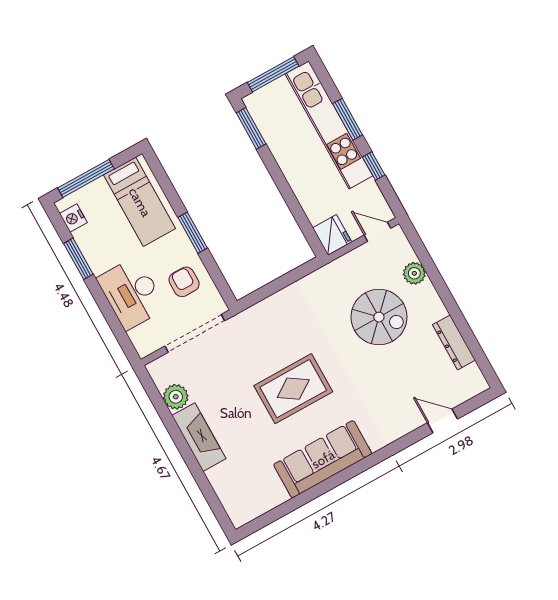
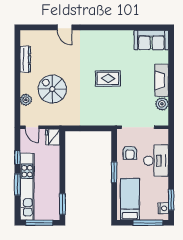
window: (78, 259) -> (171, 200), moved
rug: (293, 389) -> (108, 78), width x0.73, depth x0.70
door: (443, 421) -> (65, 27), moved
sofa: (323, 459) -> (151, 40), moved, width x0.73

